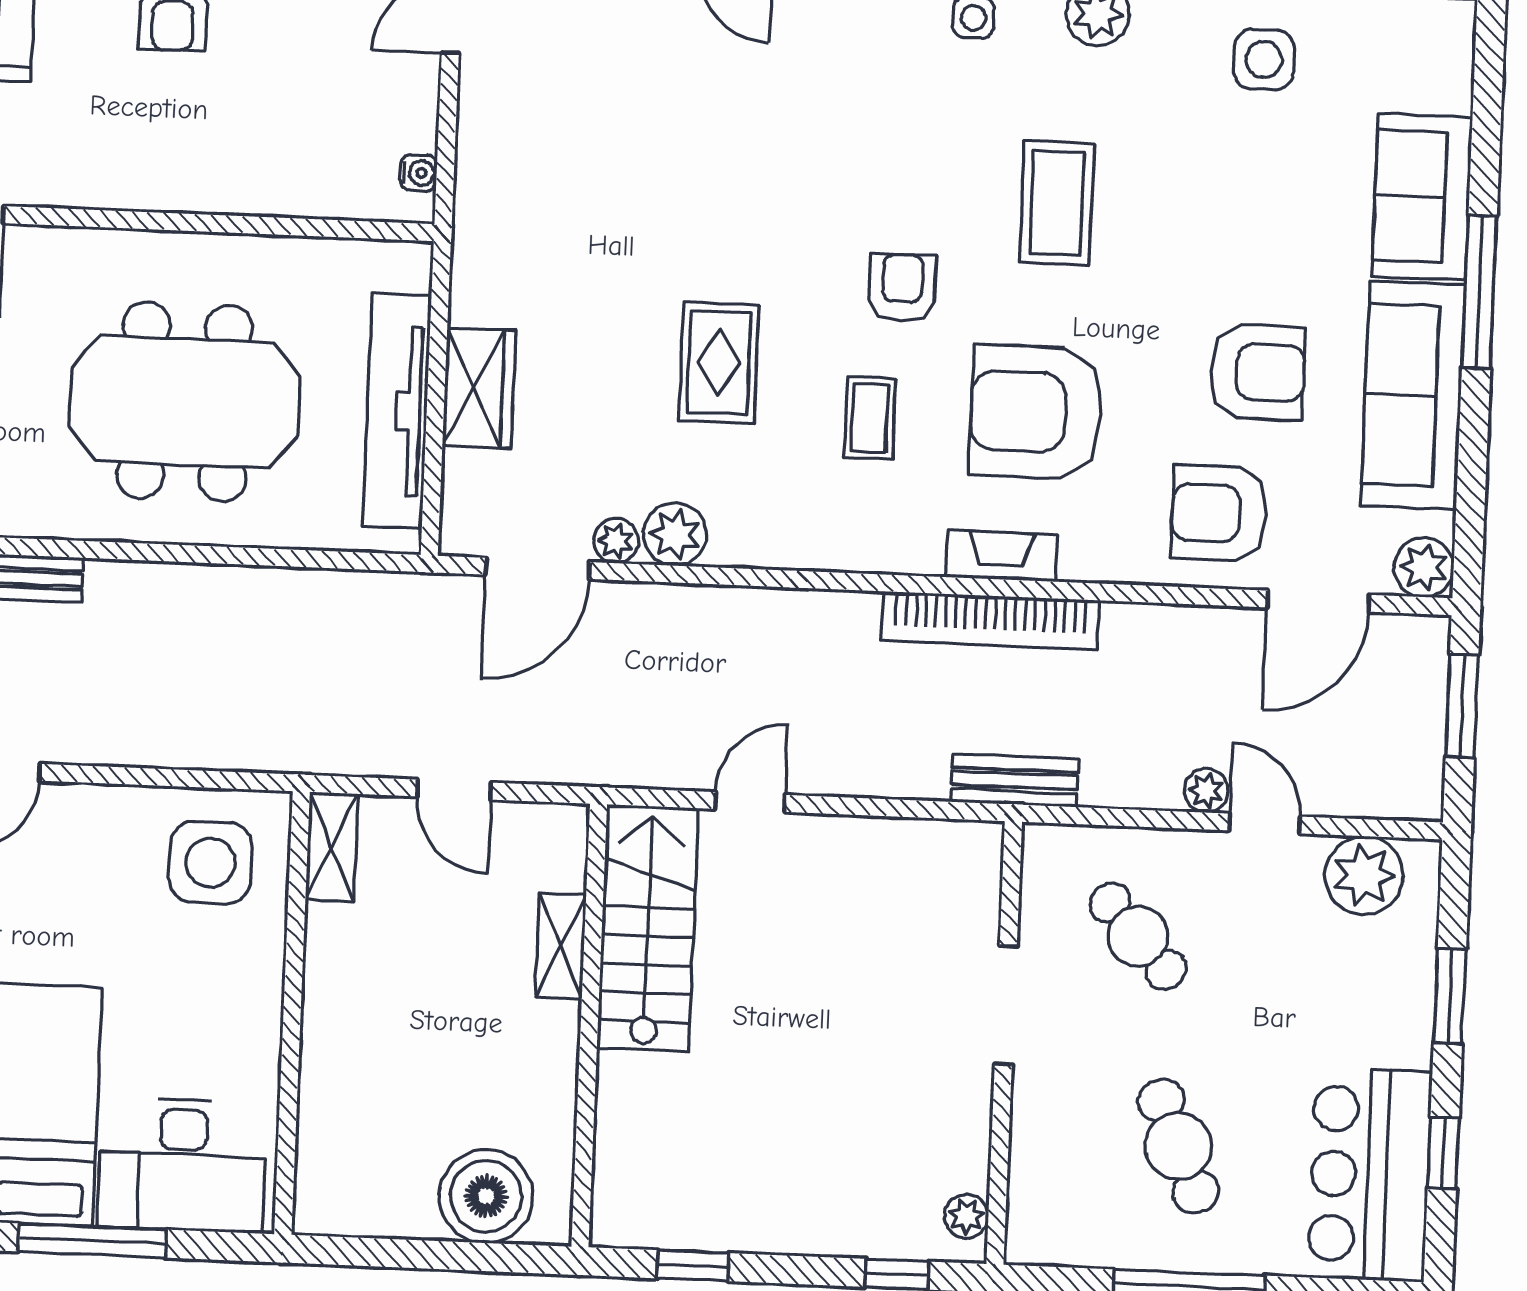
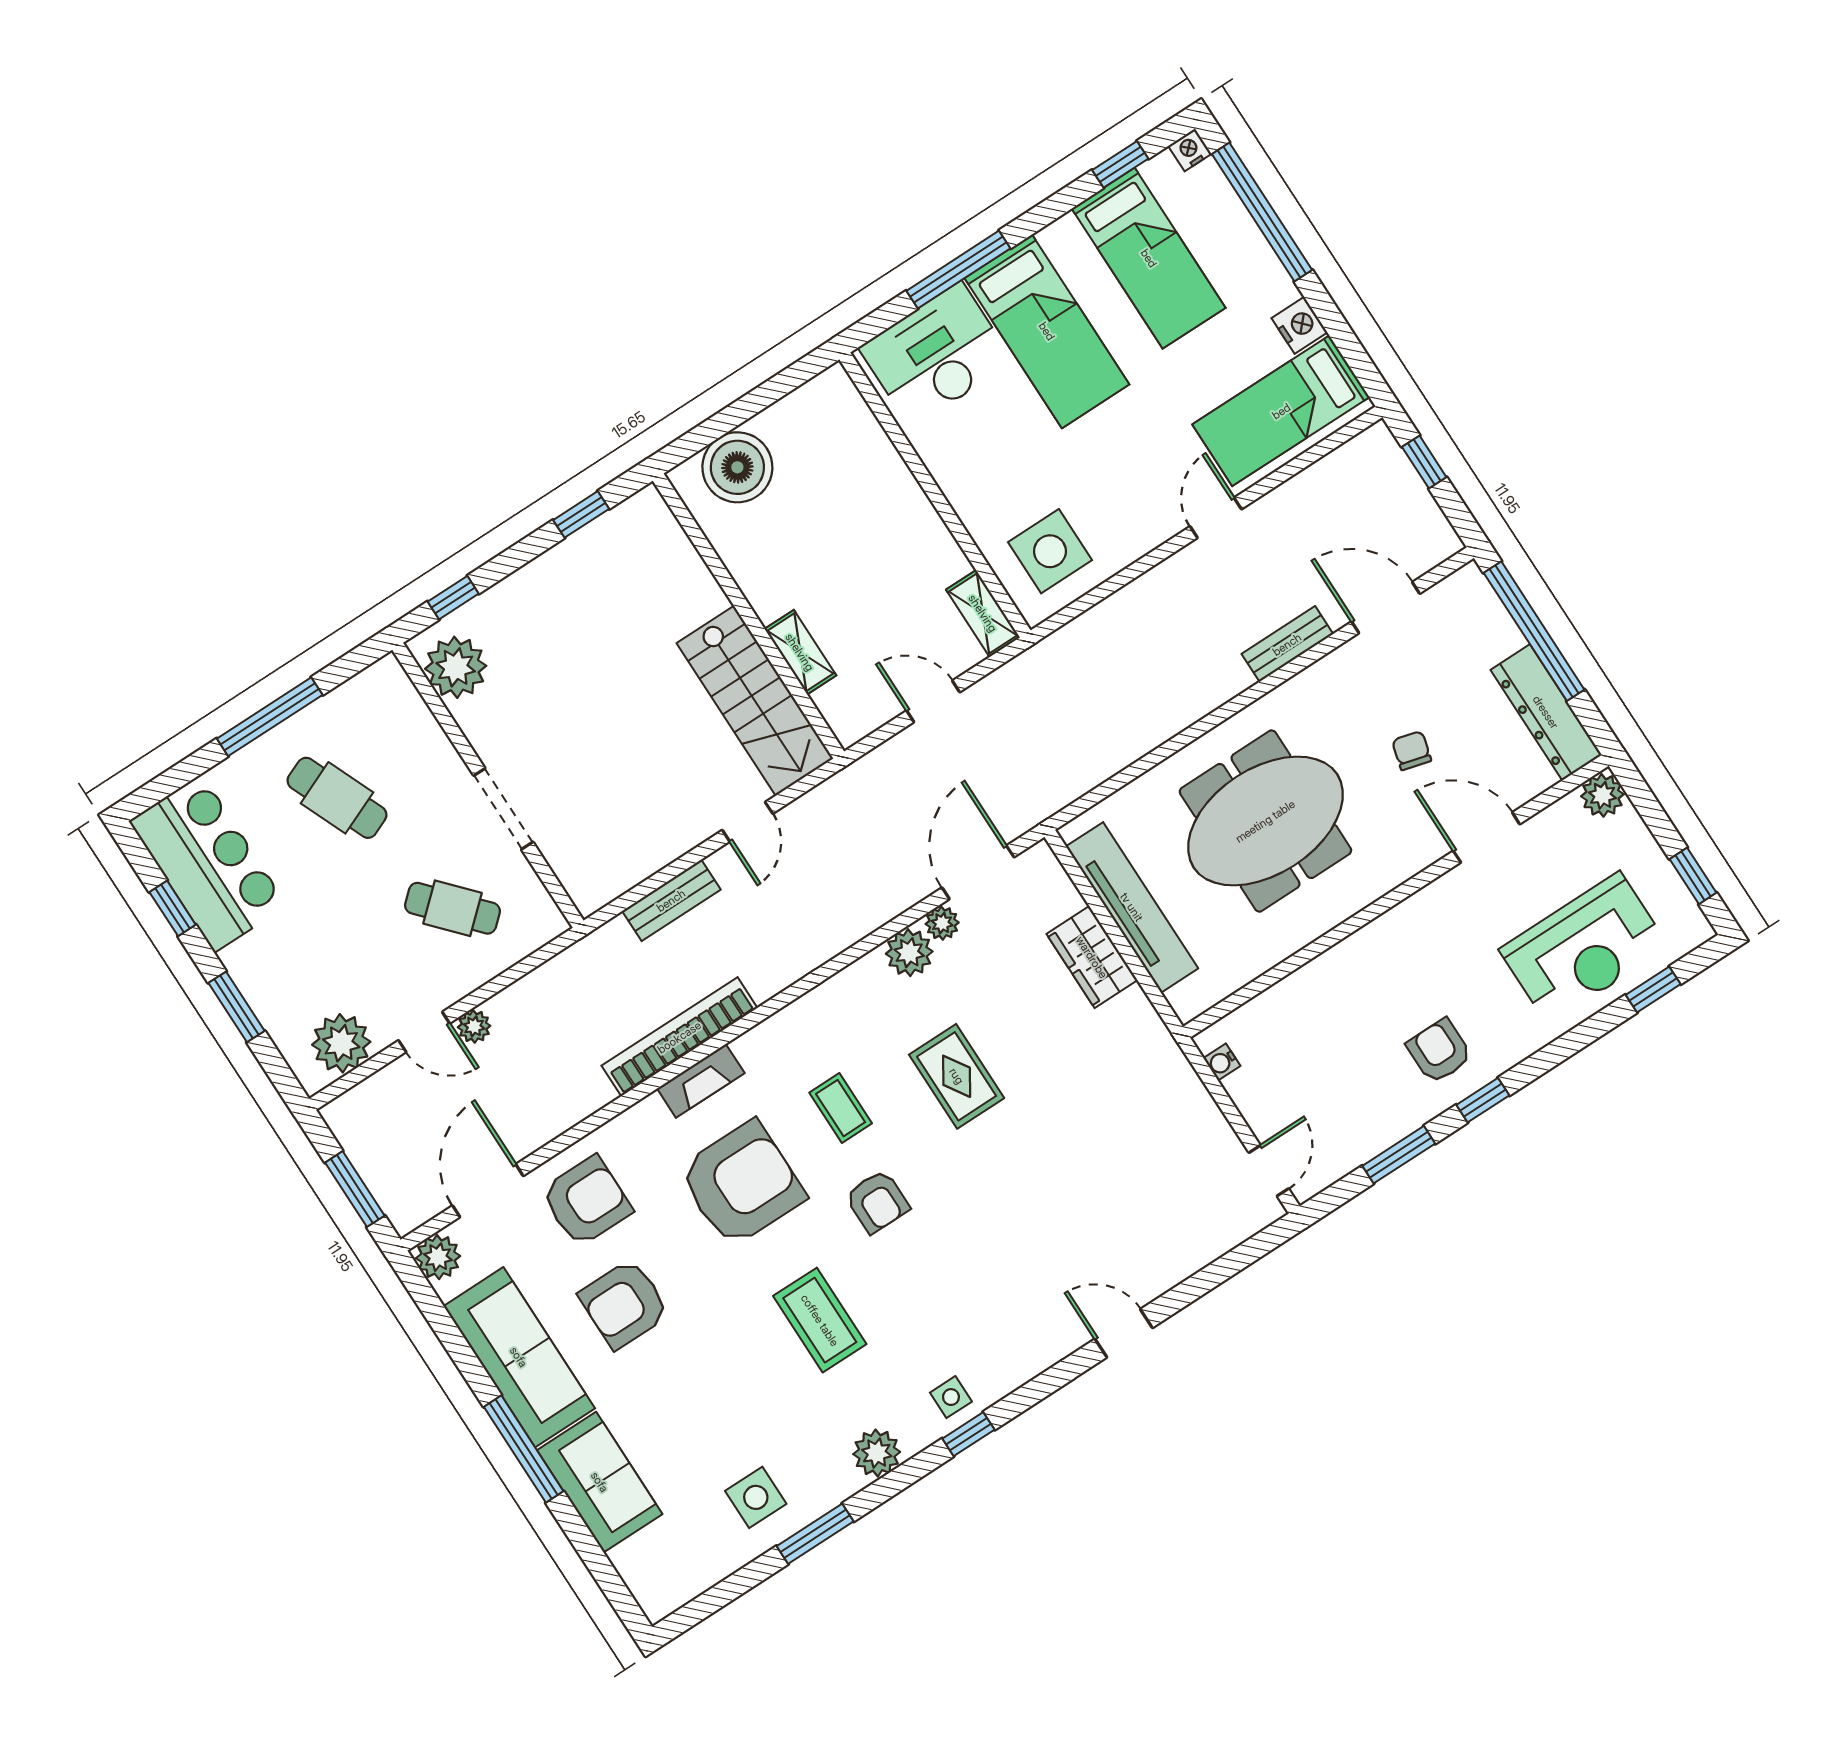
bench: (1015, 780) -> (671, 900), moved
plant: (966, 1216) -> (456, 667), width x1.87, depth x1.87

